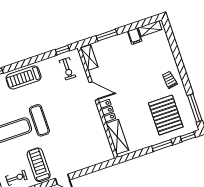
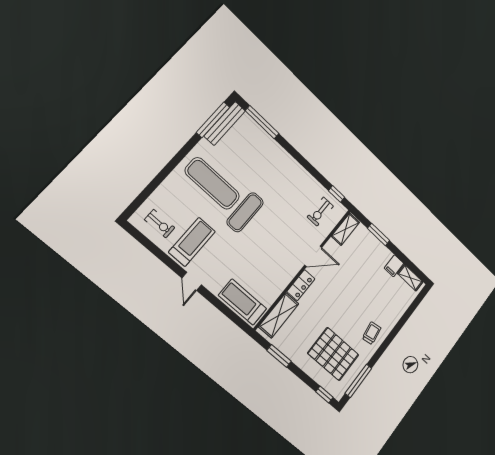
treadmill: (24, 78) -> (243, 302), moved
door: (94, 91) -> (313, 256), hinge flipped
pallet: (166, 115) -> (333, 354), turned 90
window: (162, 145) -> (279, 356), moved

